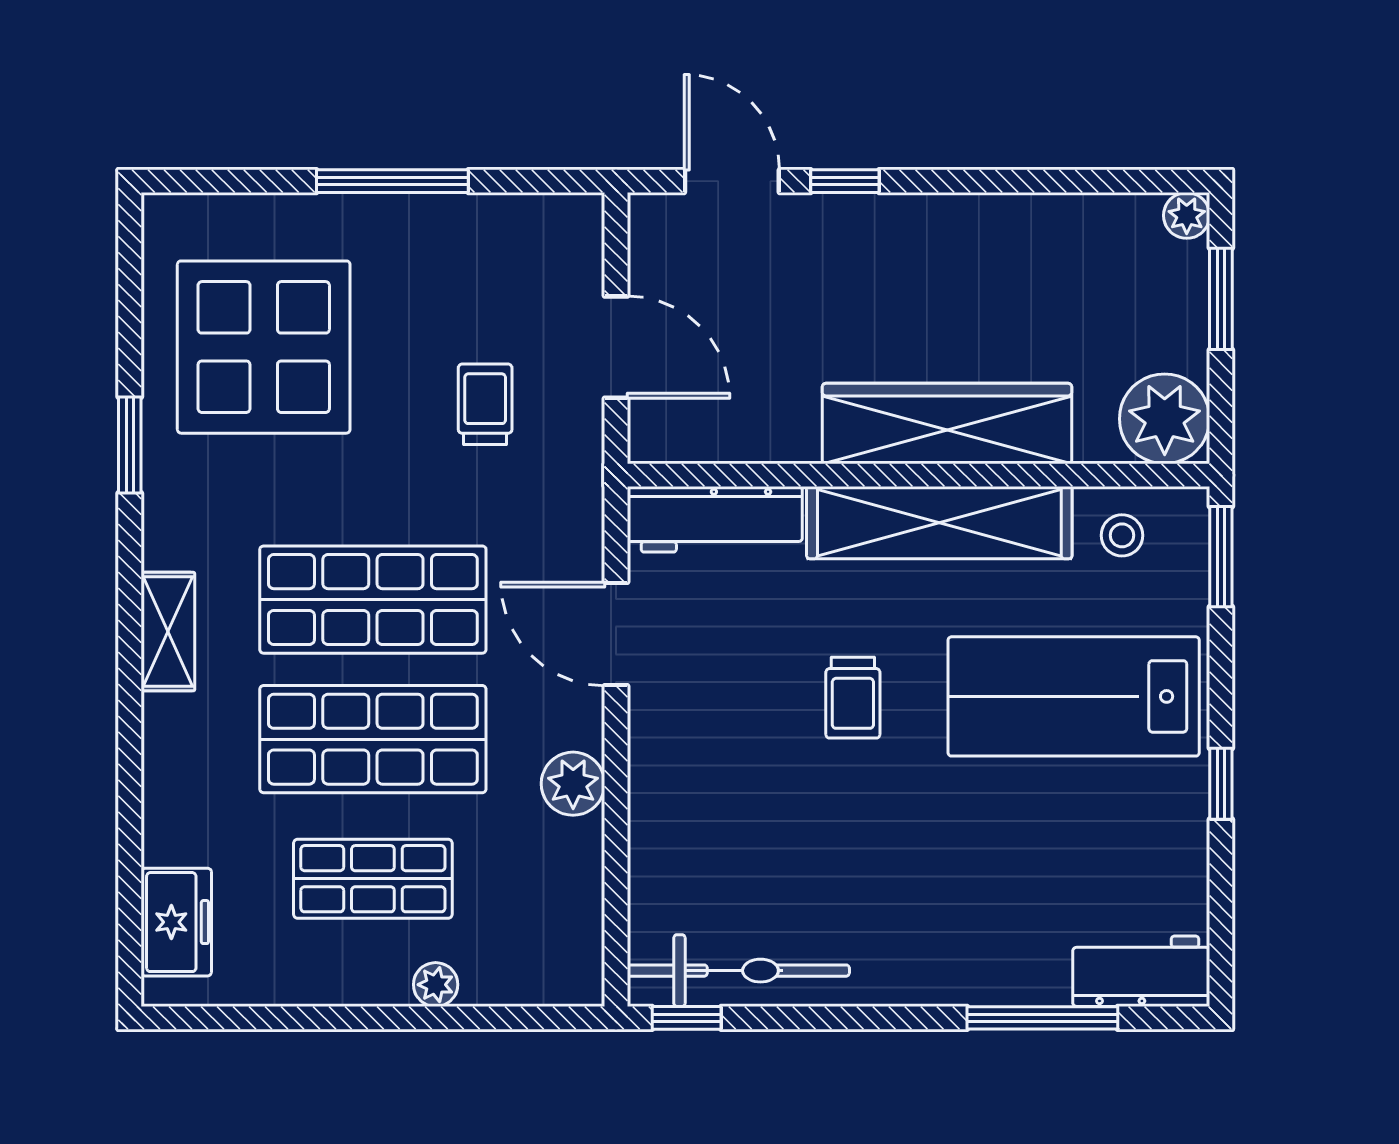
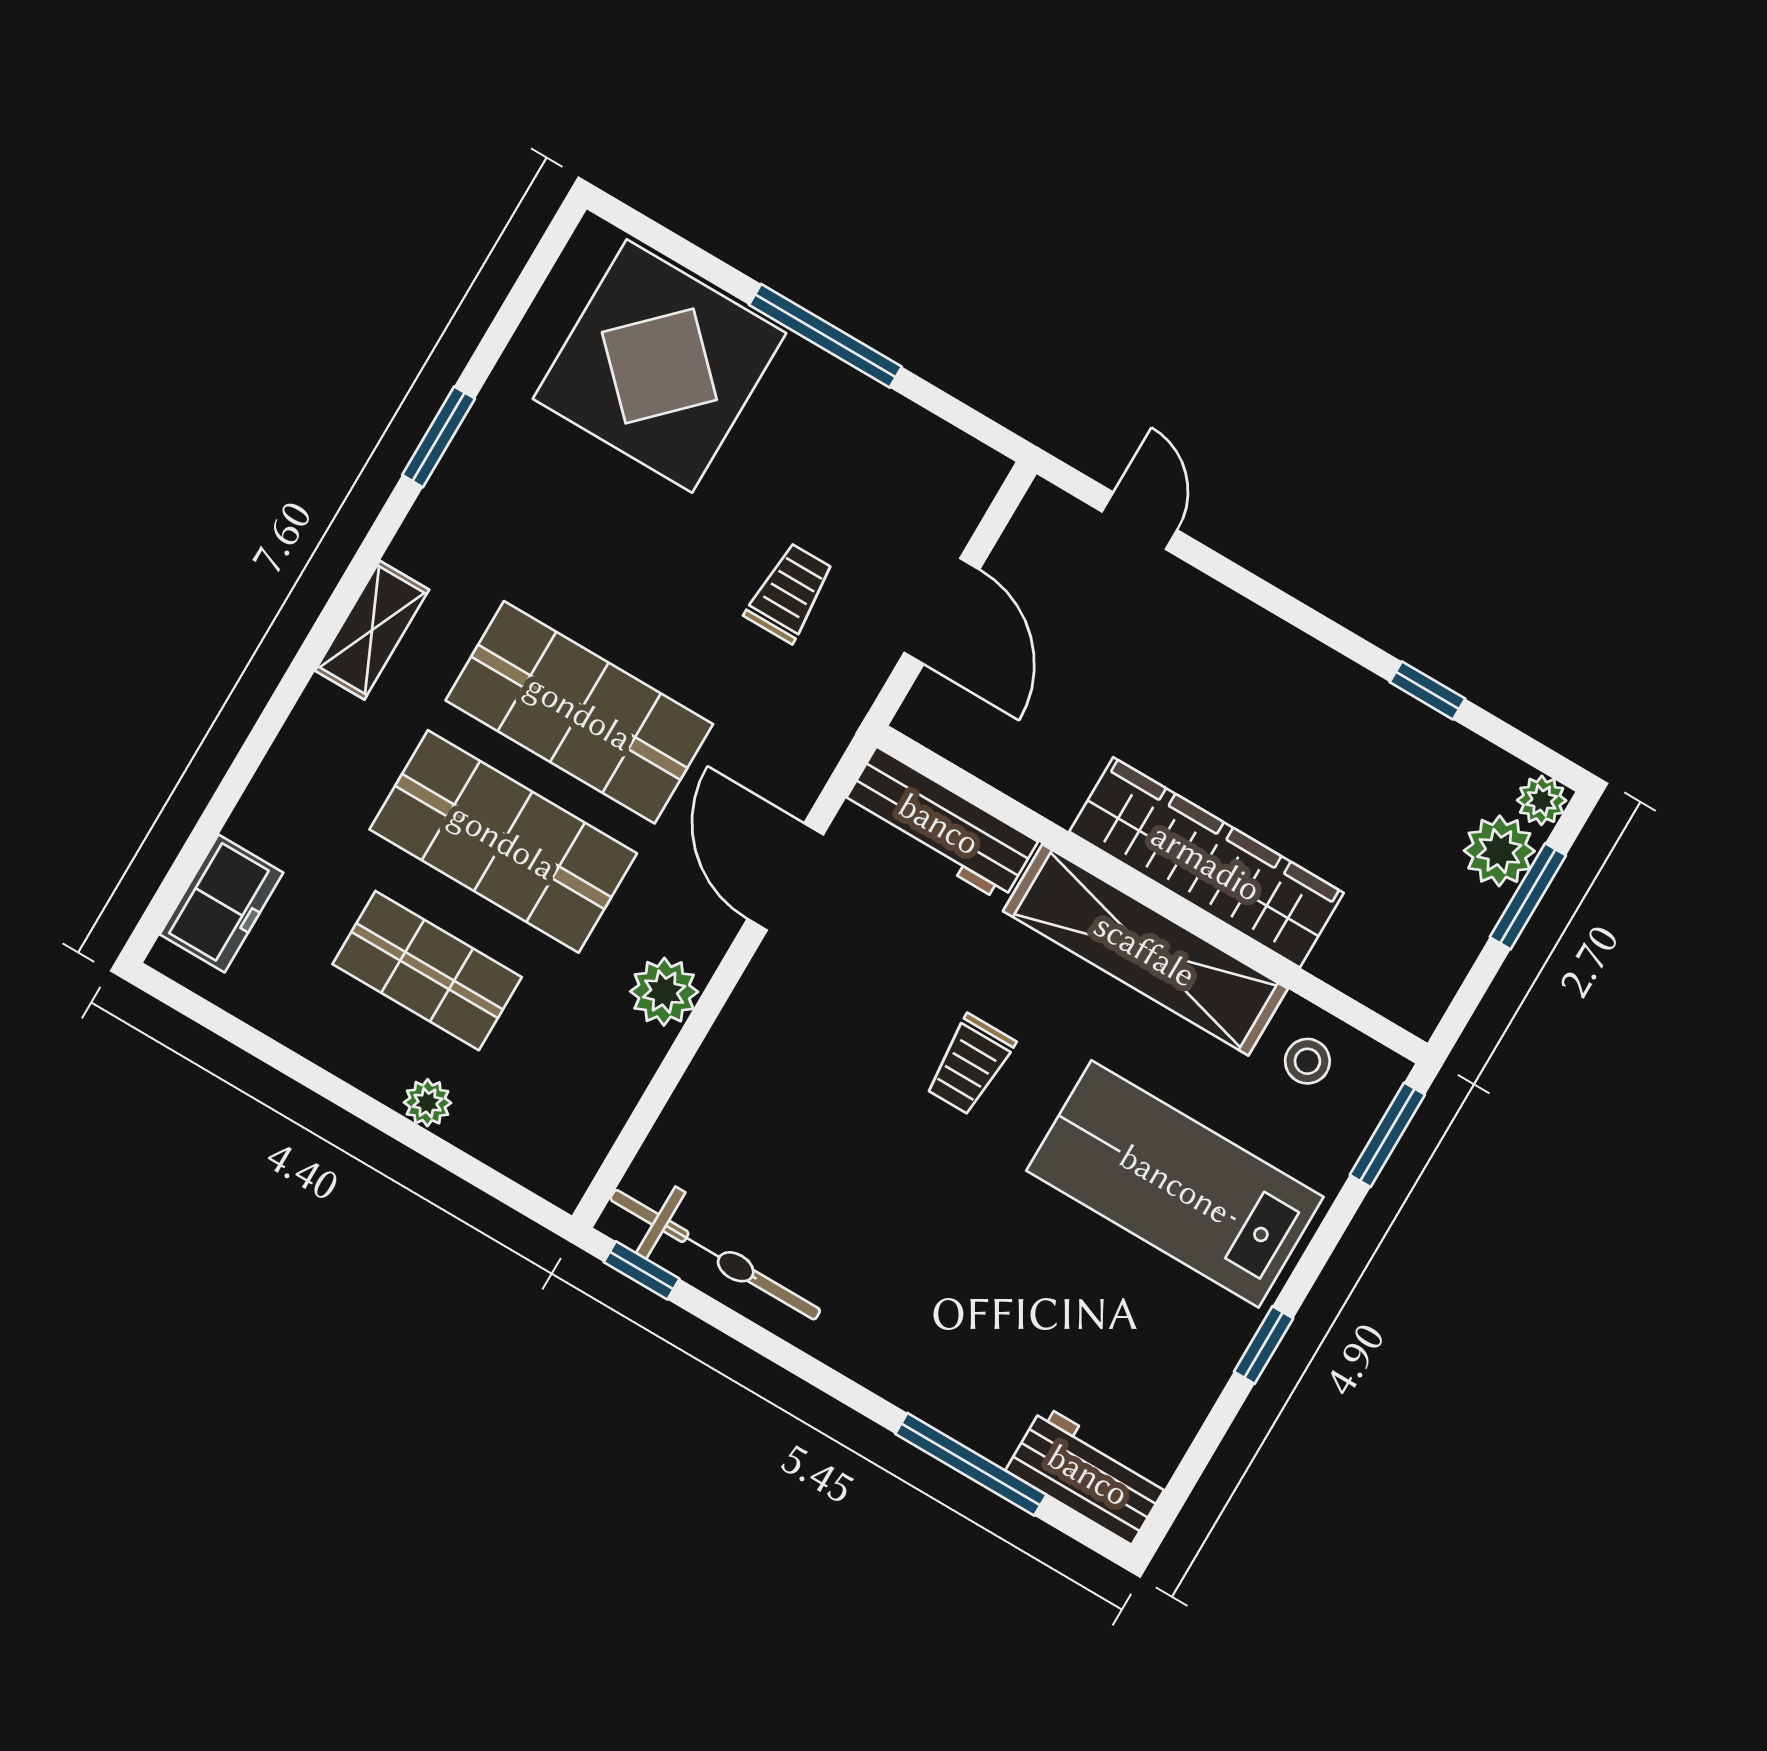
door: (732, 181) -> (1139, 521), width x0.73
window: (845, 181) -> (1427, 690), moved
display table: (264, 347) -> (659, 366), moved
plant: (1165, 419) -> (1499, 851), moved, width x0.73, depth x0.73

